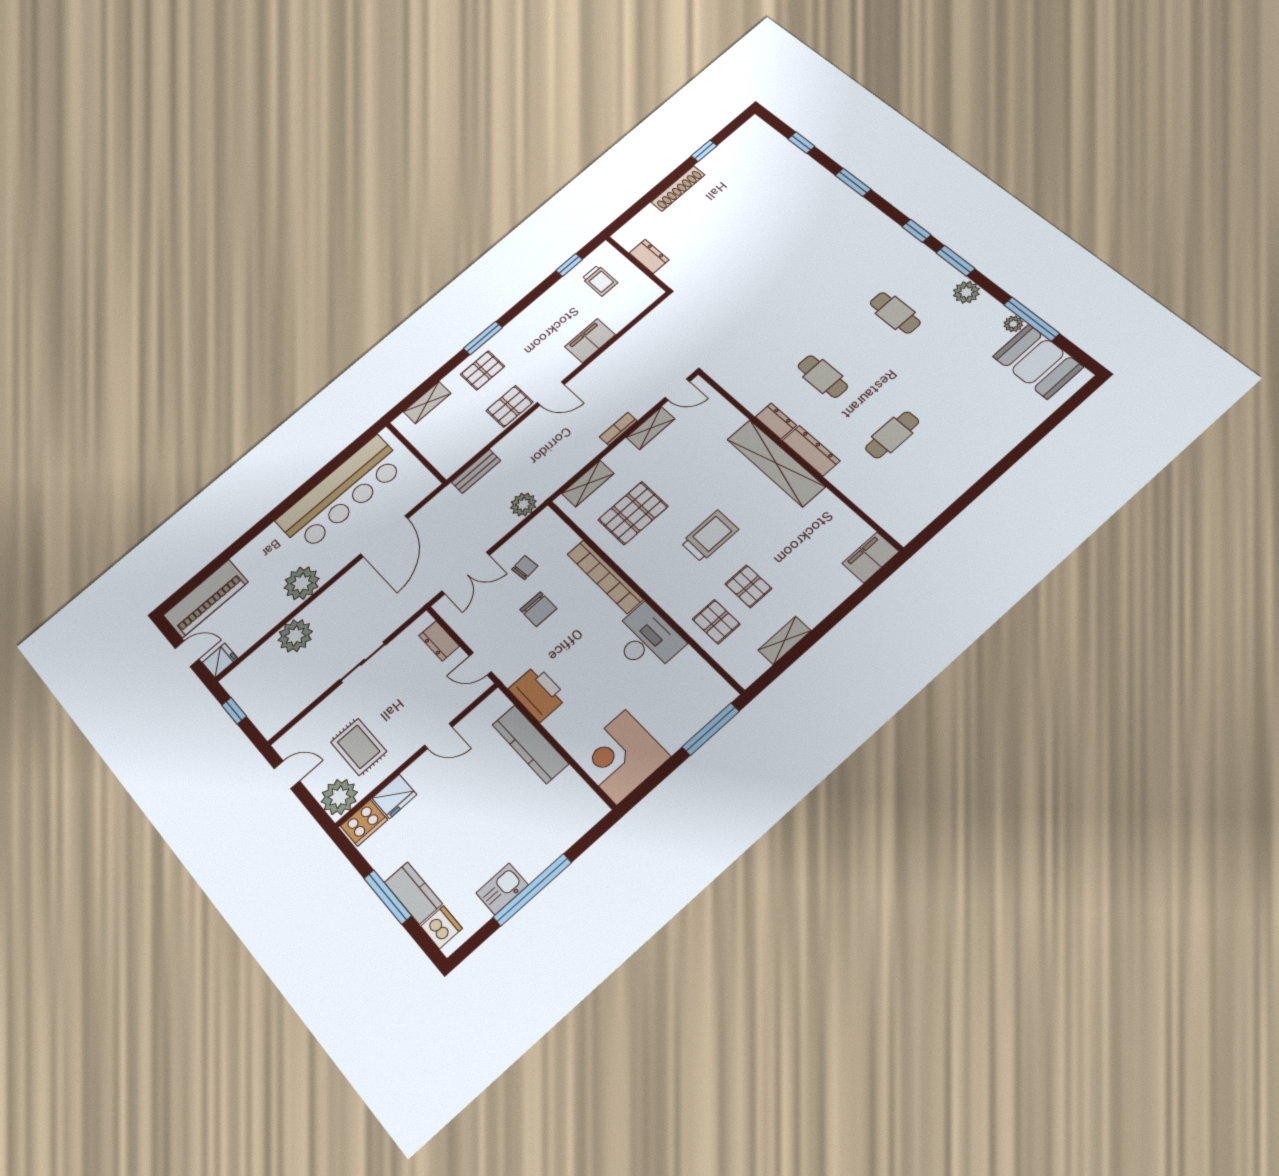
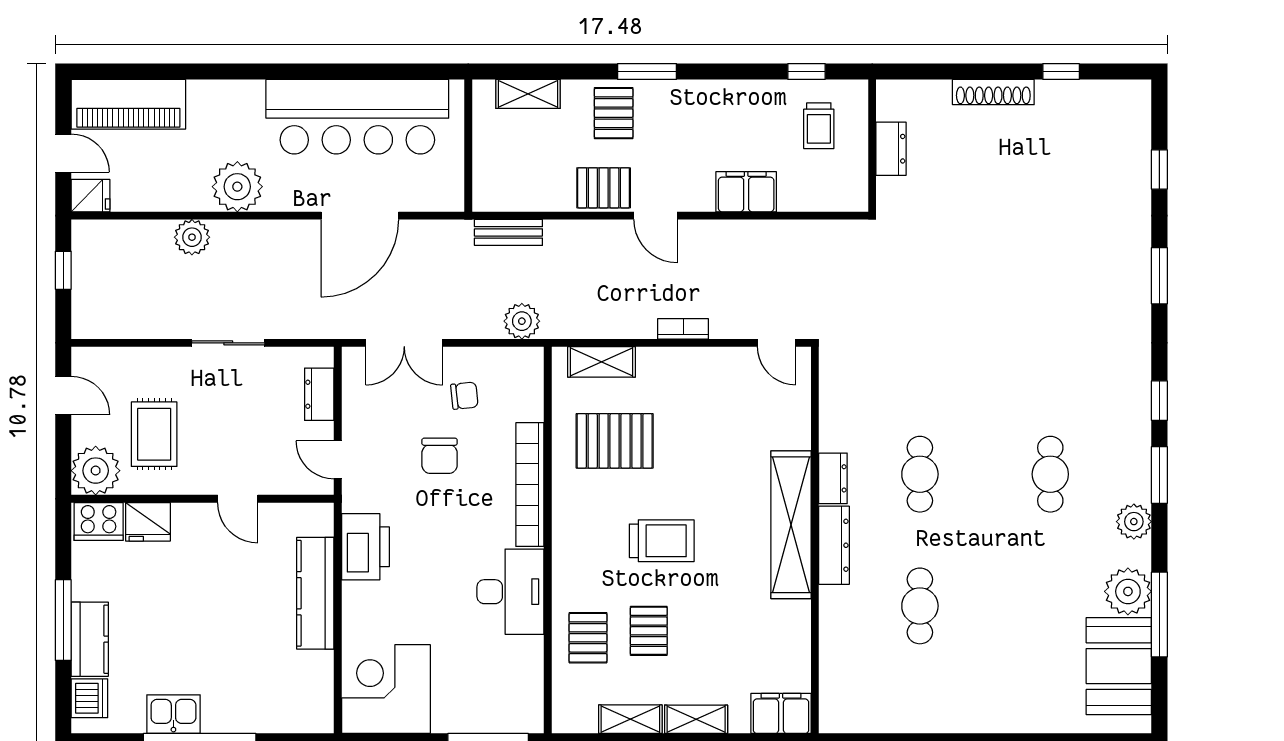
plant: (1013, 324) -> (1128, 591), width x1.88, depth x1.88
pallet: (483, 370) -> (614, 113), turned 90
shelving: (651, 428) -> (696, 719), moved
cafe table: (892, 435) -> (920, 606), turned 90
plant: (295, 636) -> (192, 237), width x0.73, depth x0.73

